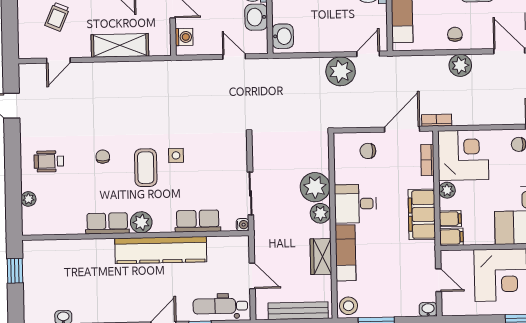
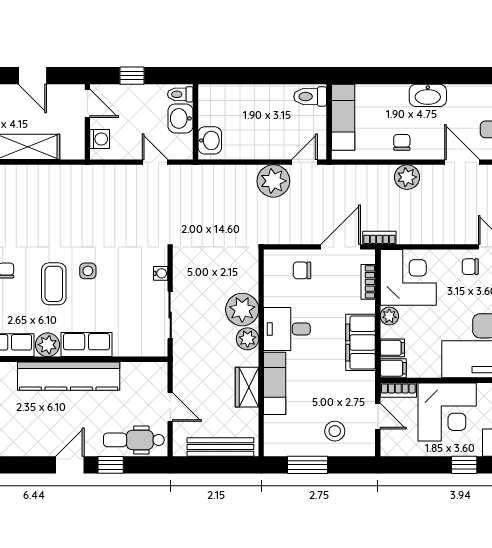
row of seats: (198, 221) -> (87, 345), moved
water cooler: (243, 225) -> (161, 273), moved
bookcase: (456, 256) -> (398, 390), added
stool: (349, 306) -> (335, 431), moved
washbasin: (428, 309) -> (365, 448), removed

